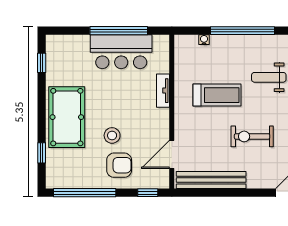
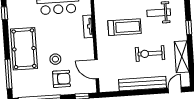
window: (42, 153) -> (9, 74), width x2.17
door: (172, 154) -> (97, 69), hinge flipped
bench: (211, 180) -> (142, 84), moved

